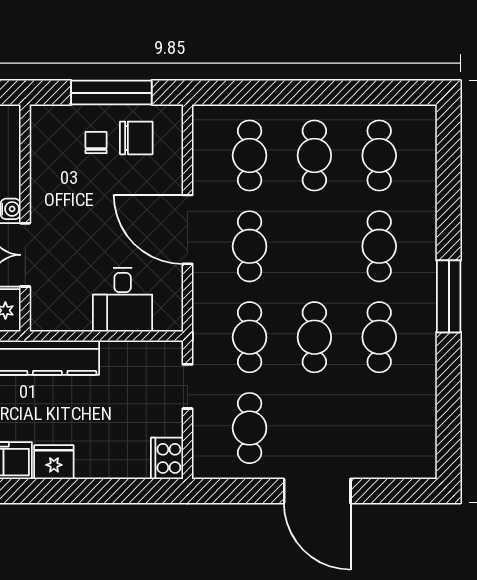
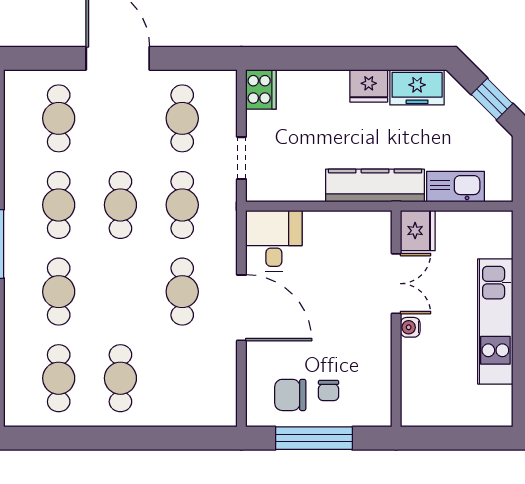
cafe table: (250, 155) -> (59, 118), moved
desk: (123, 300) -> (274, 241), moved

